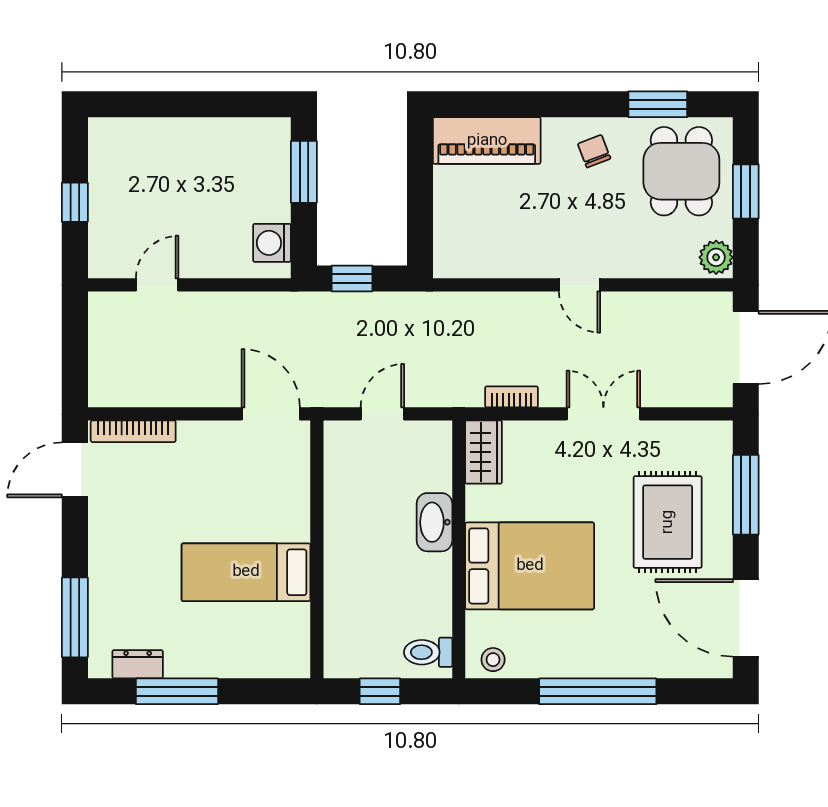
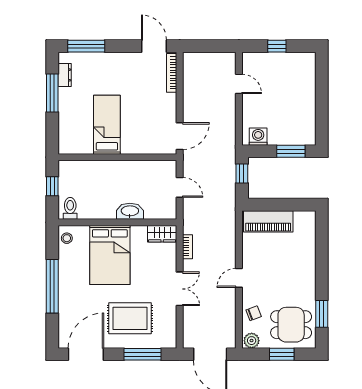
piano: (487, 141) -> (268, 221), moved, turned -90
chair: (594, 151) -> (254, 313), moved

